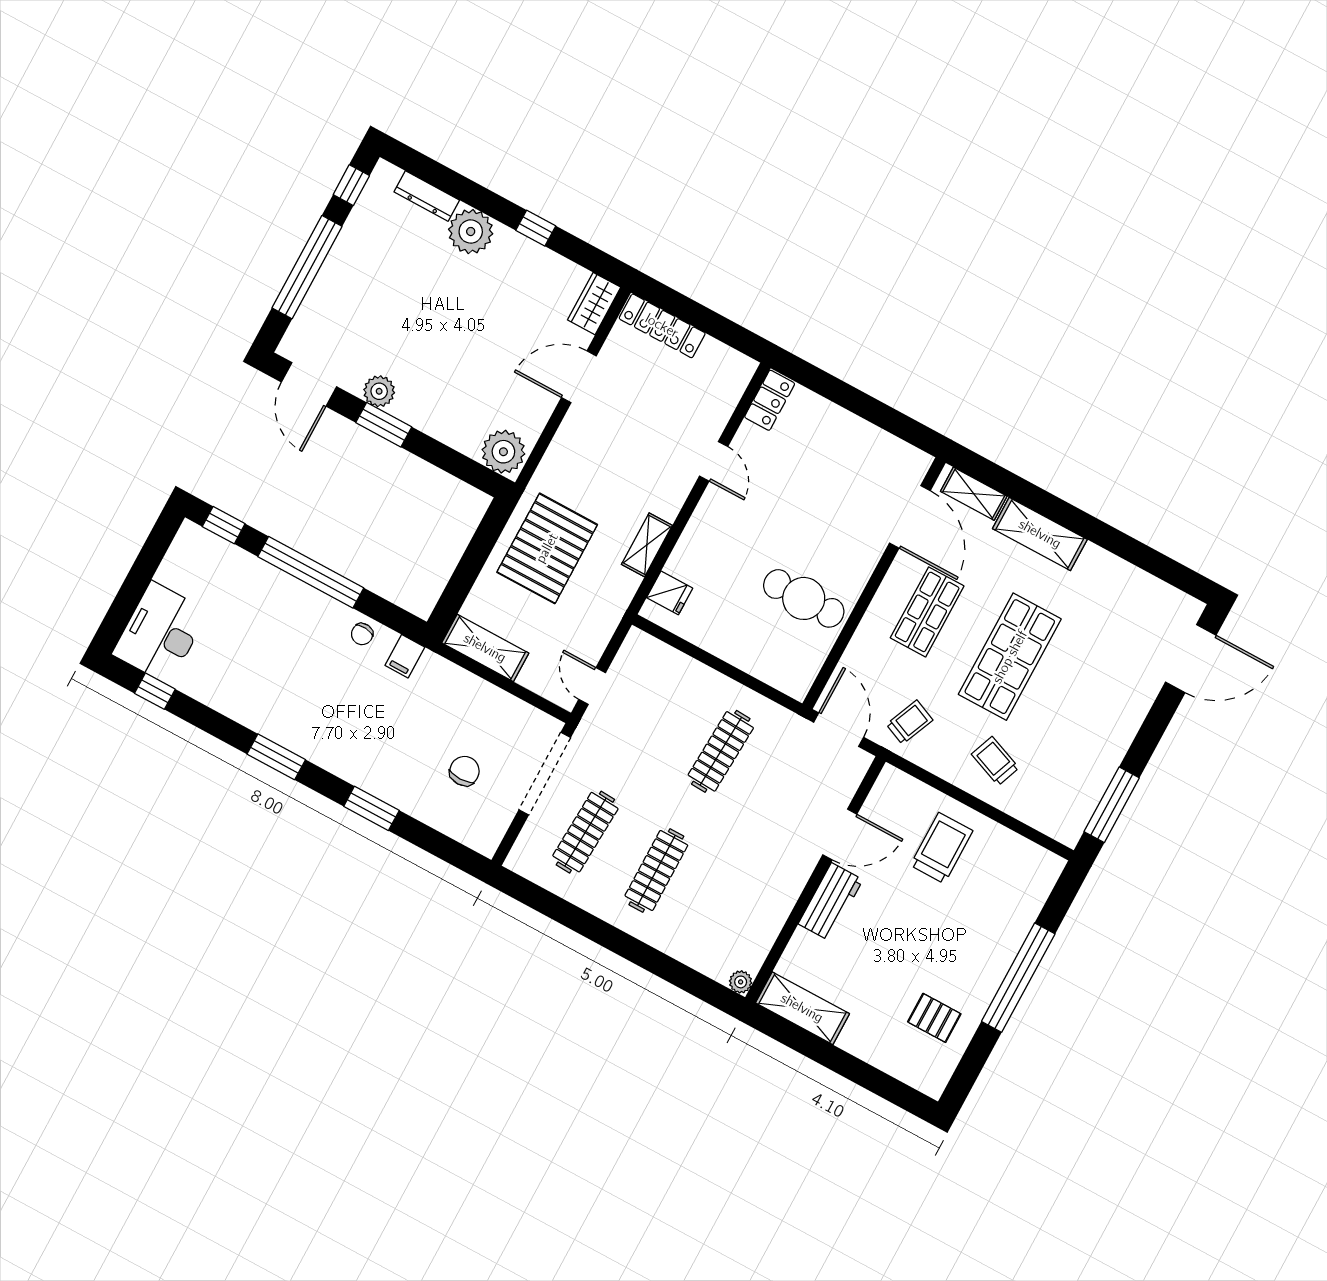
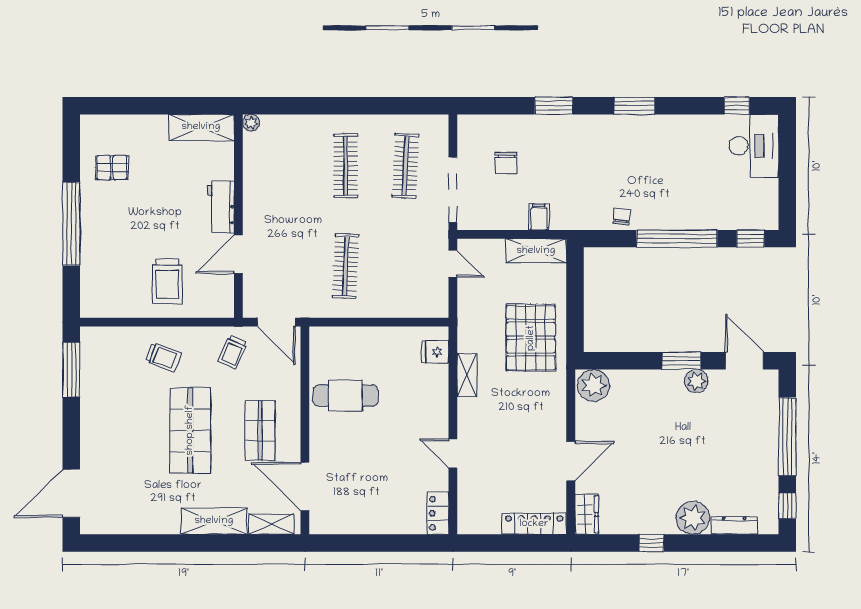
filing cabinet: (405, 656) -> (539, 217), moved

